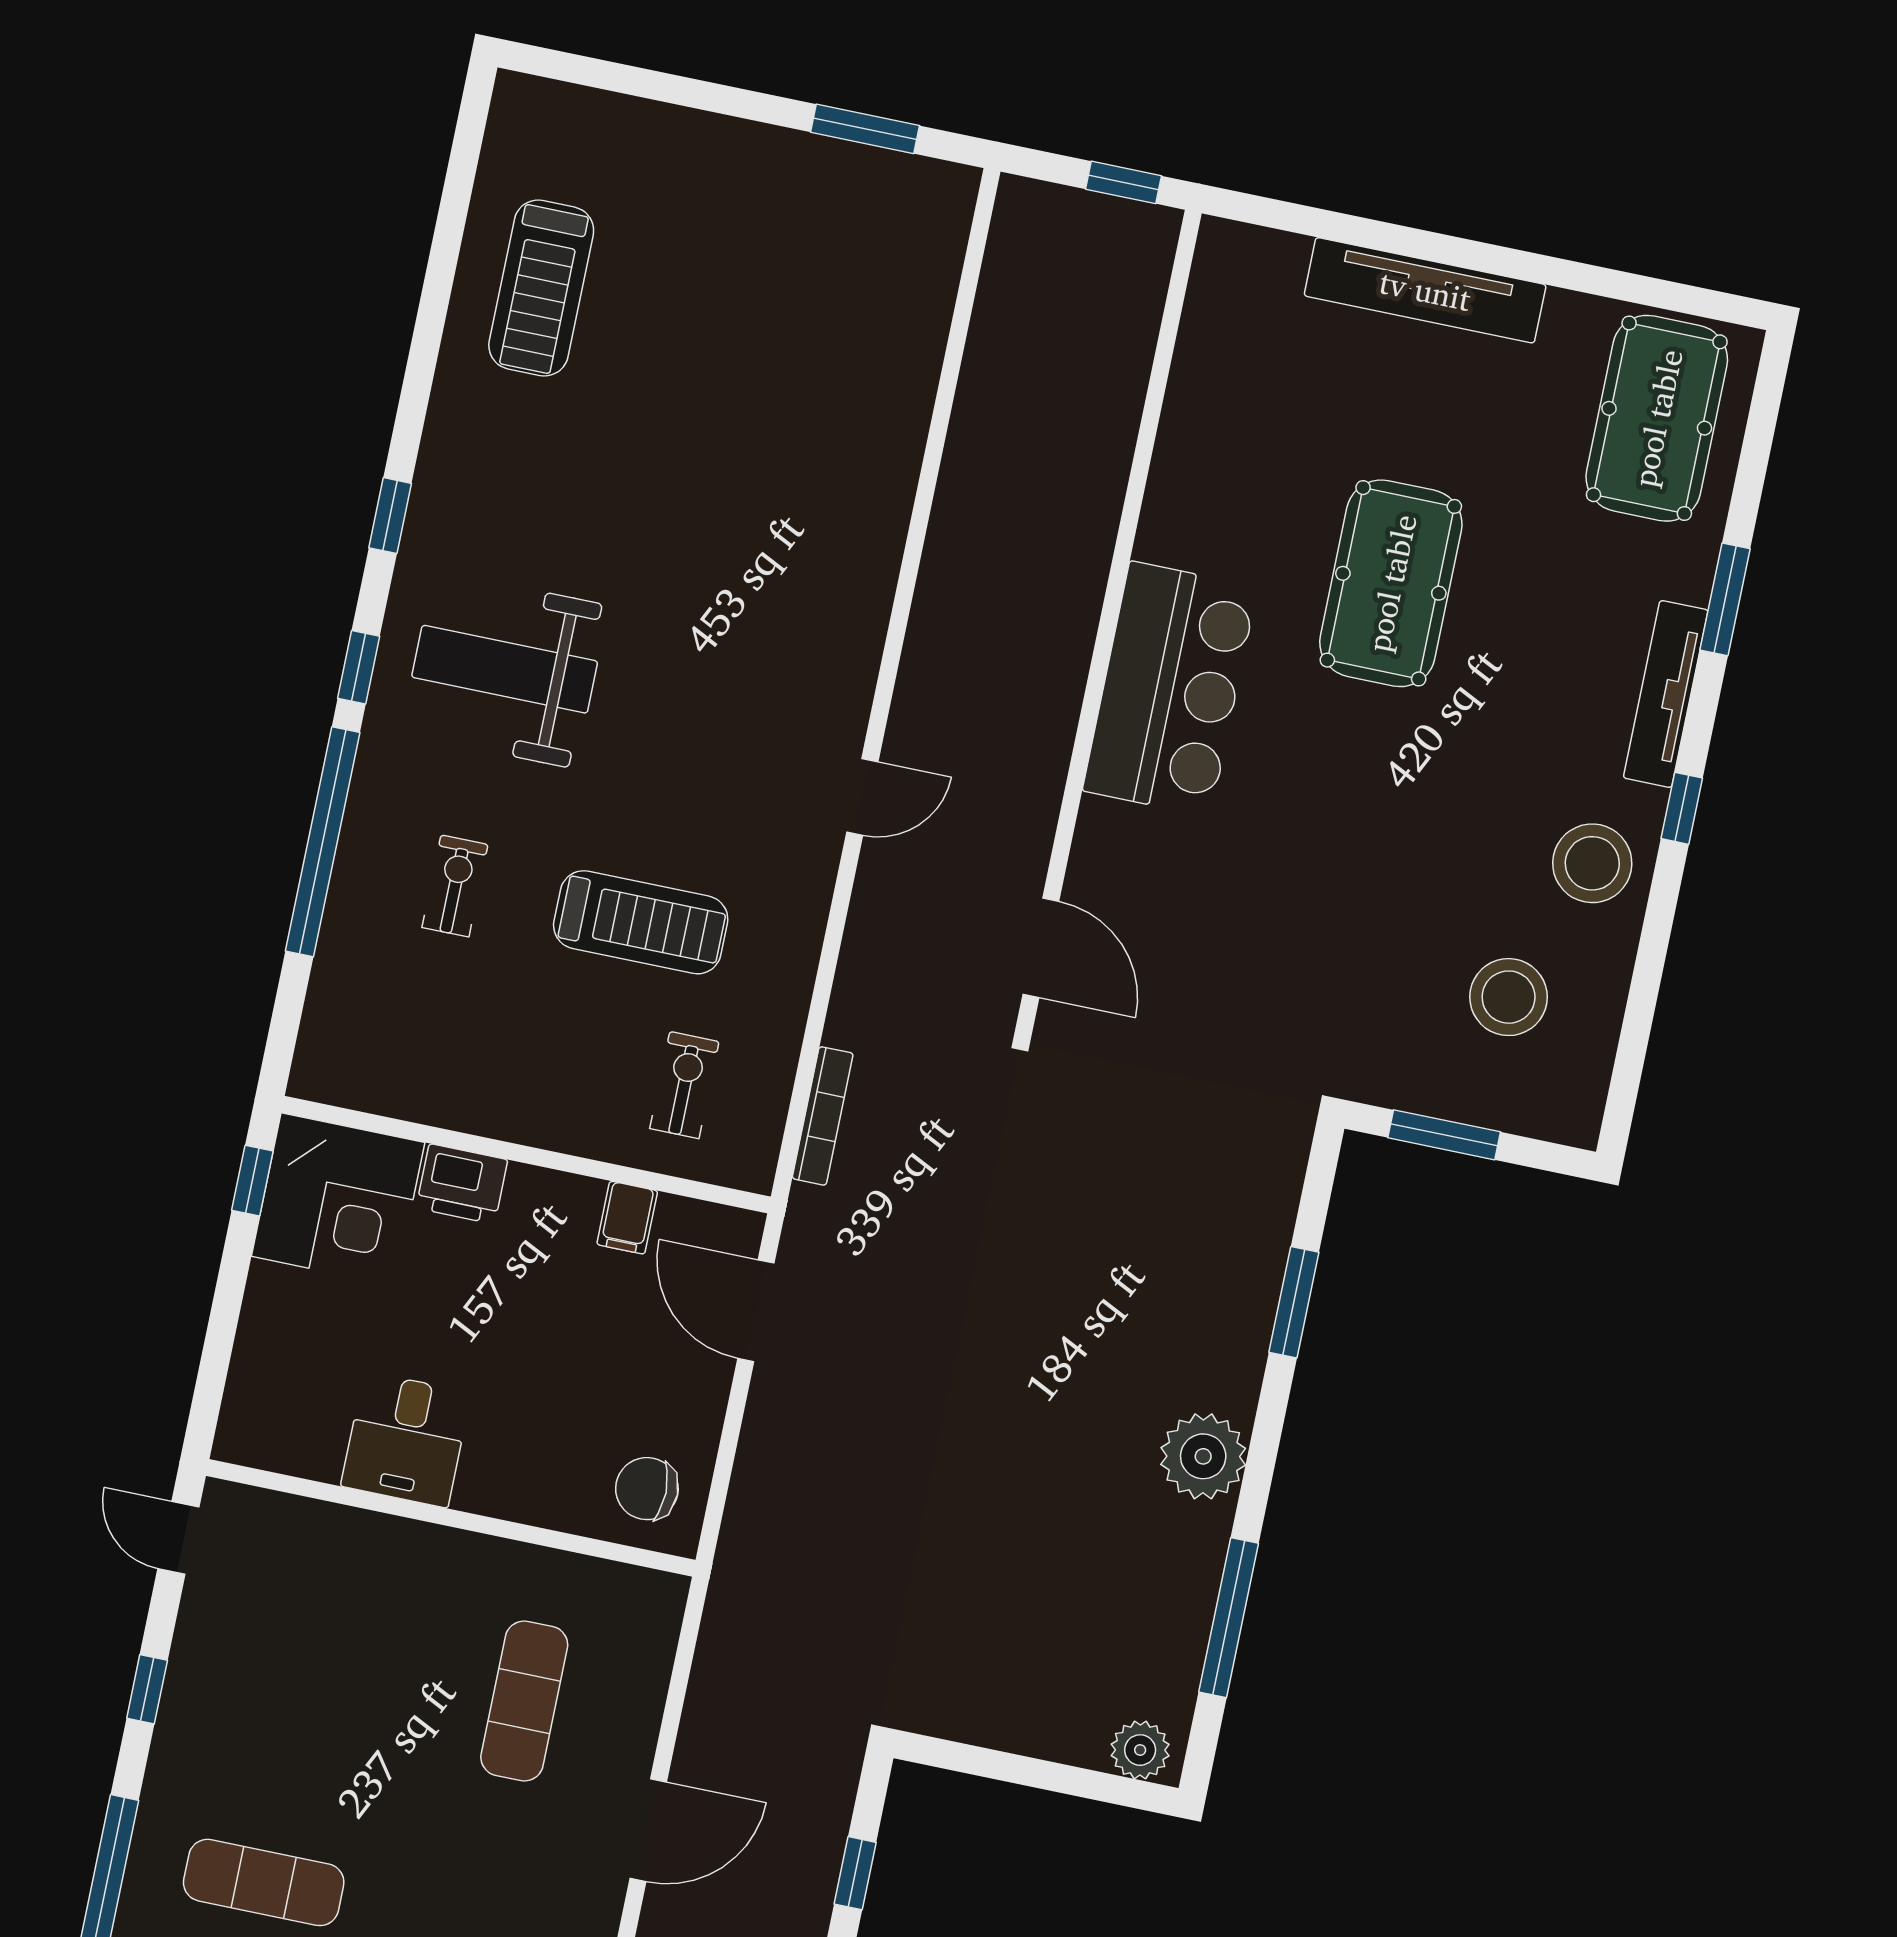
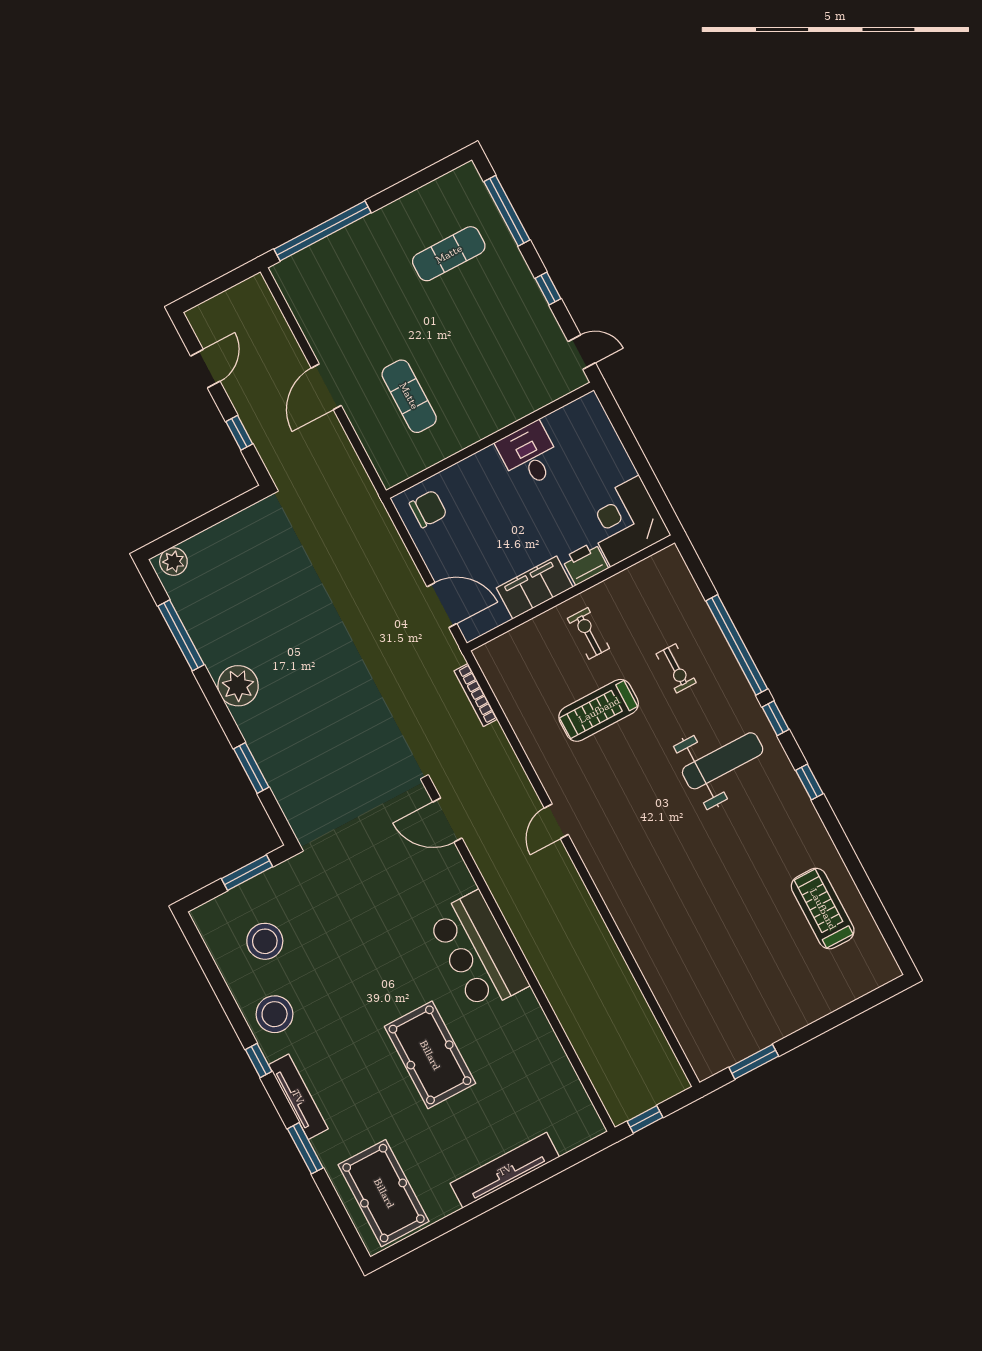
exercise bike: (684, 1085) -> (588, 633), moved, turned 180
window: (252, 1181) -> (661, 502), removed
filing cabinet: (627, 1218) -> (535, 587), width x3.00, depth x1.17

